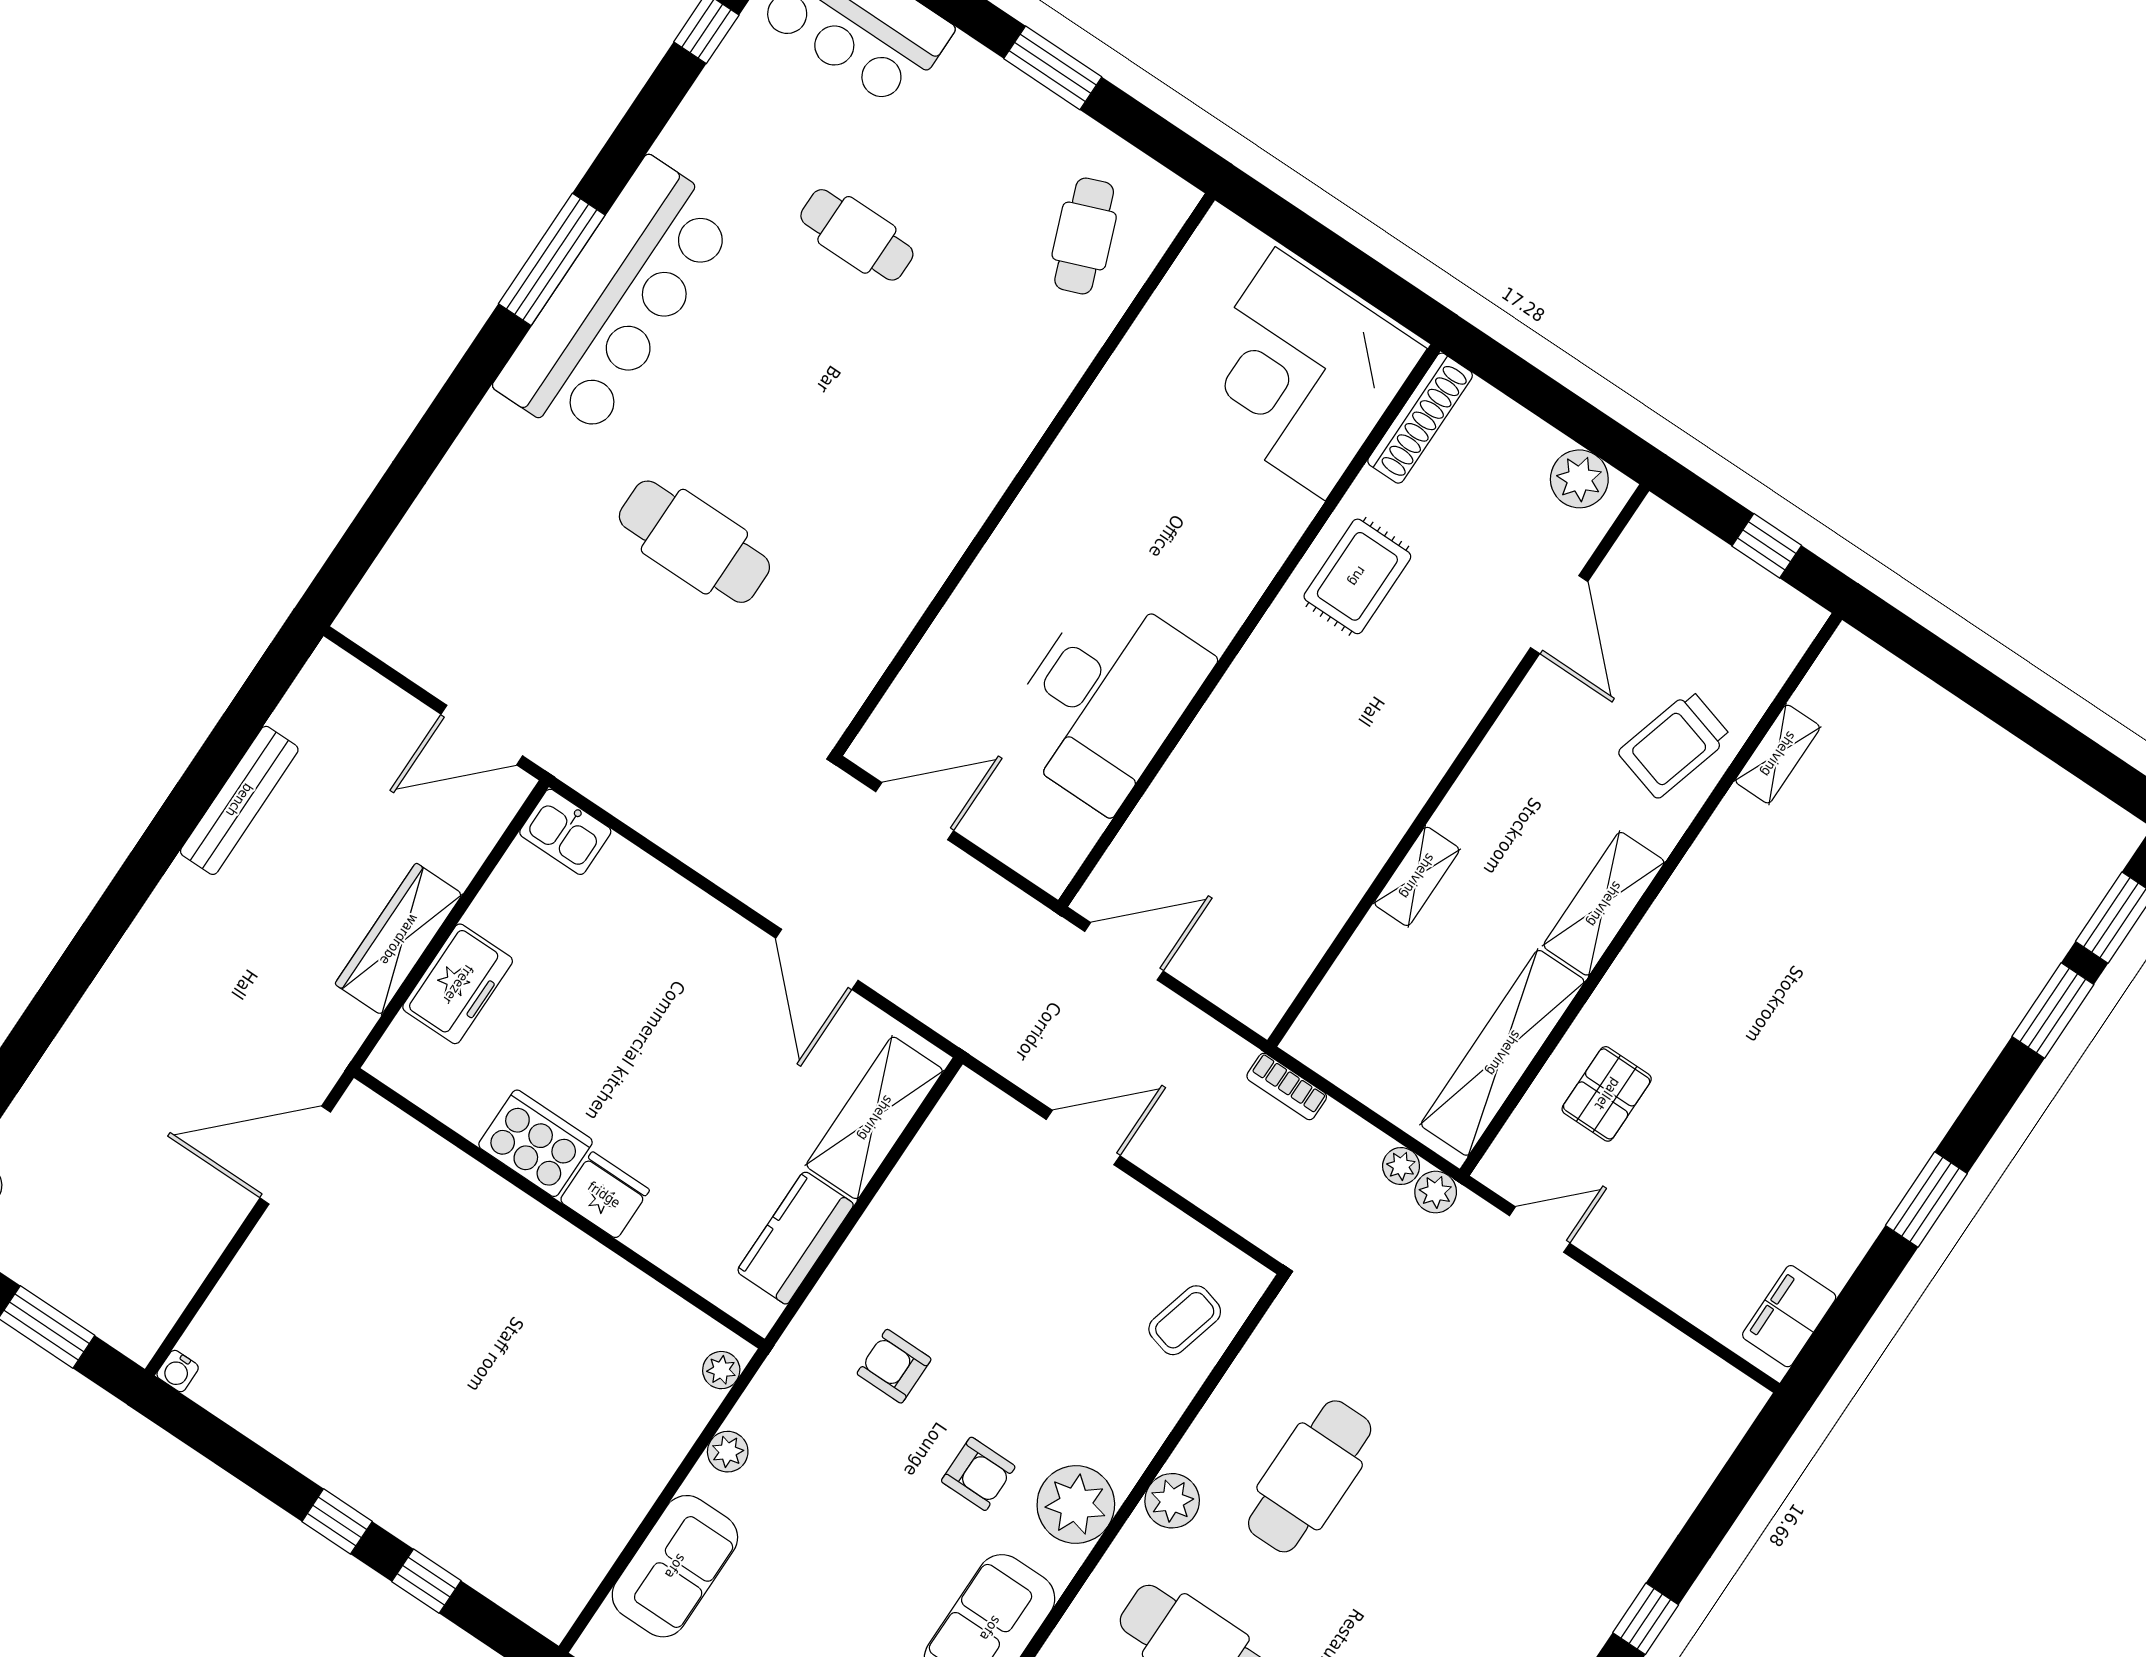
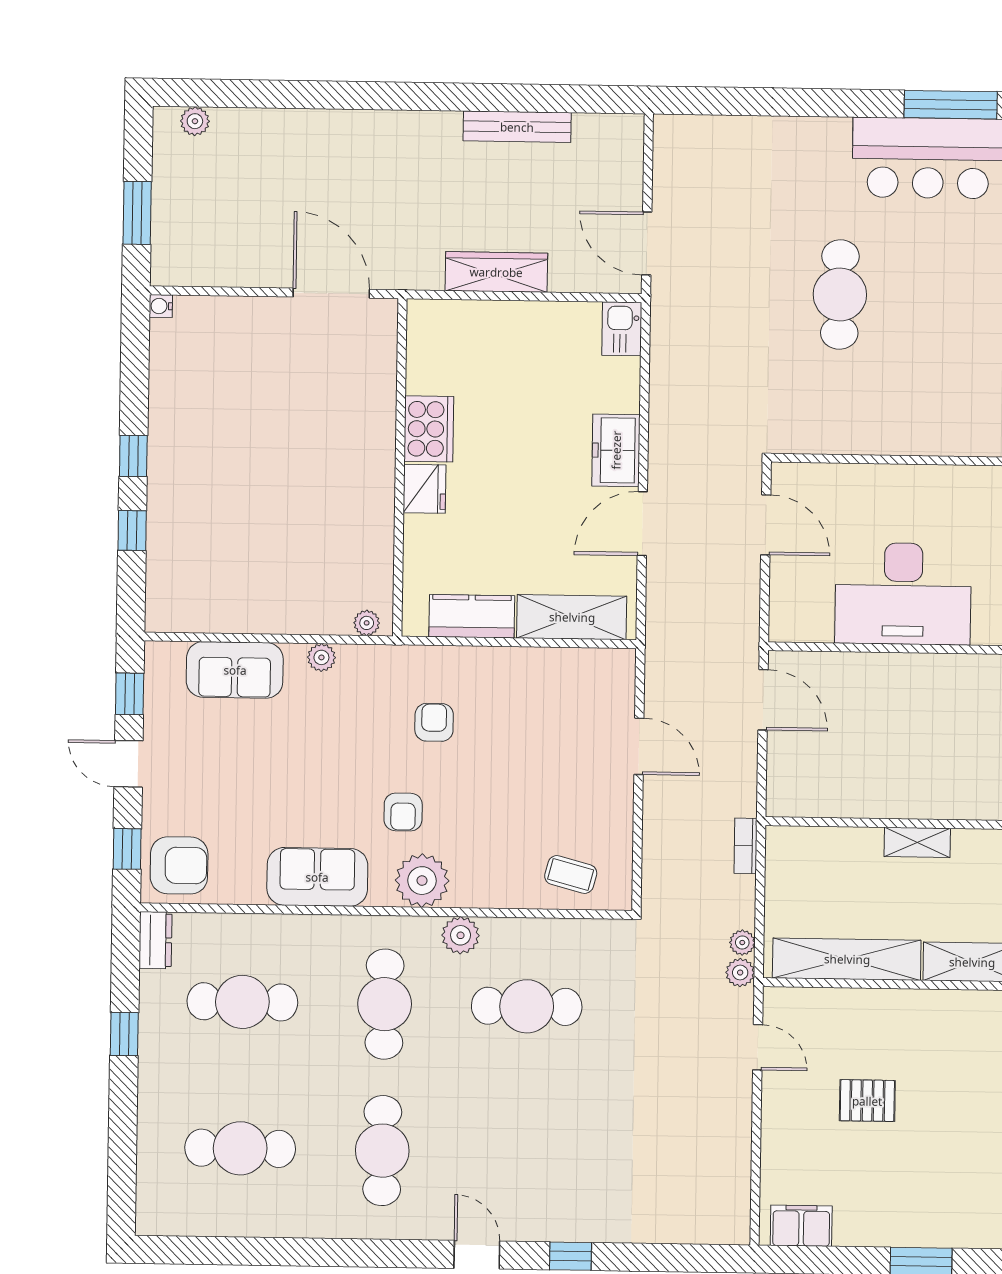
freezer: (458, 984) -> (616, 450), moved, turned 90
pallet: (1607, 1094) -> (867, 1101), moved

